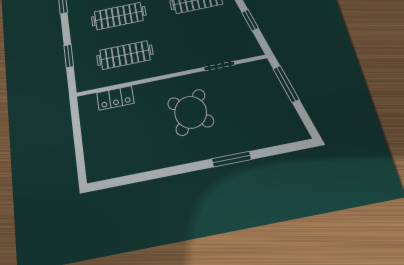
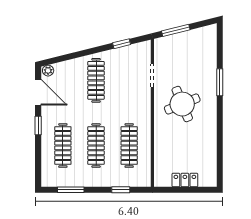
locker: (115, 98) -> (185, 180), moved, turned -90
round table: (191, 112) -> (182, 104), turned 30

